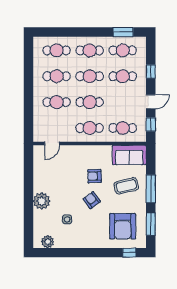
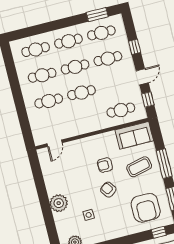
cafe table: (90, 128) -> (88, 118), removed

